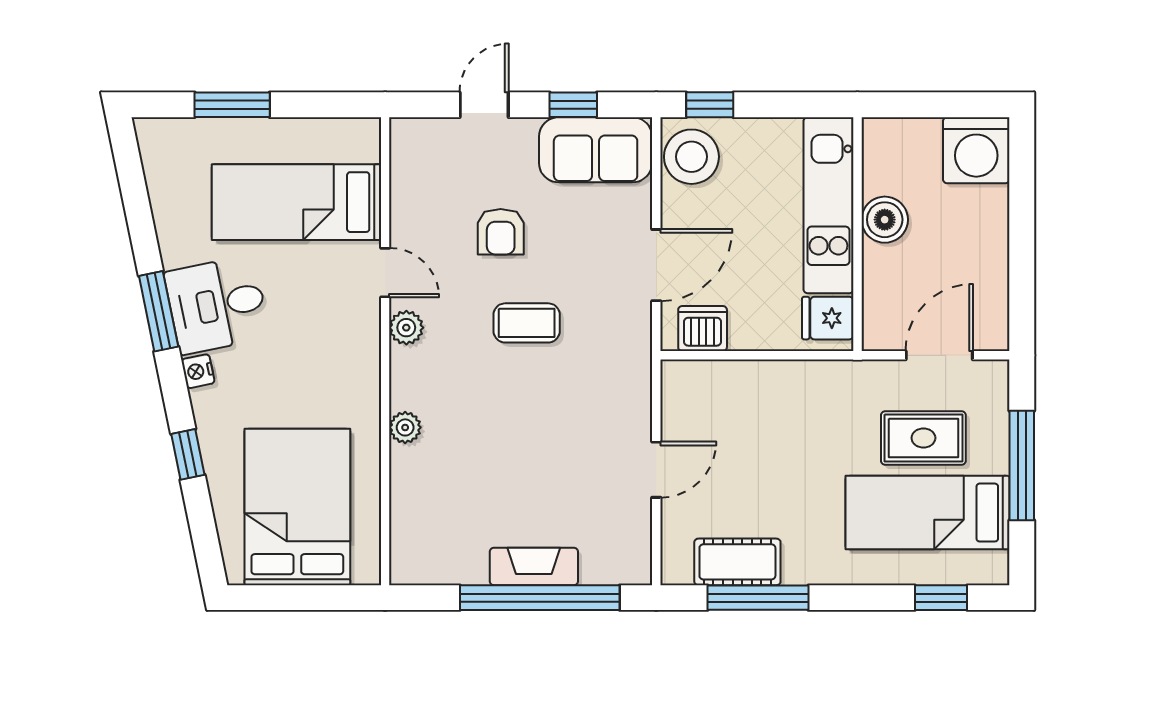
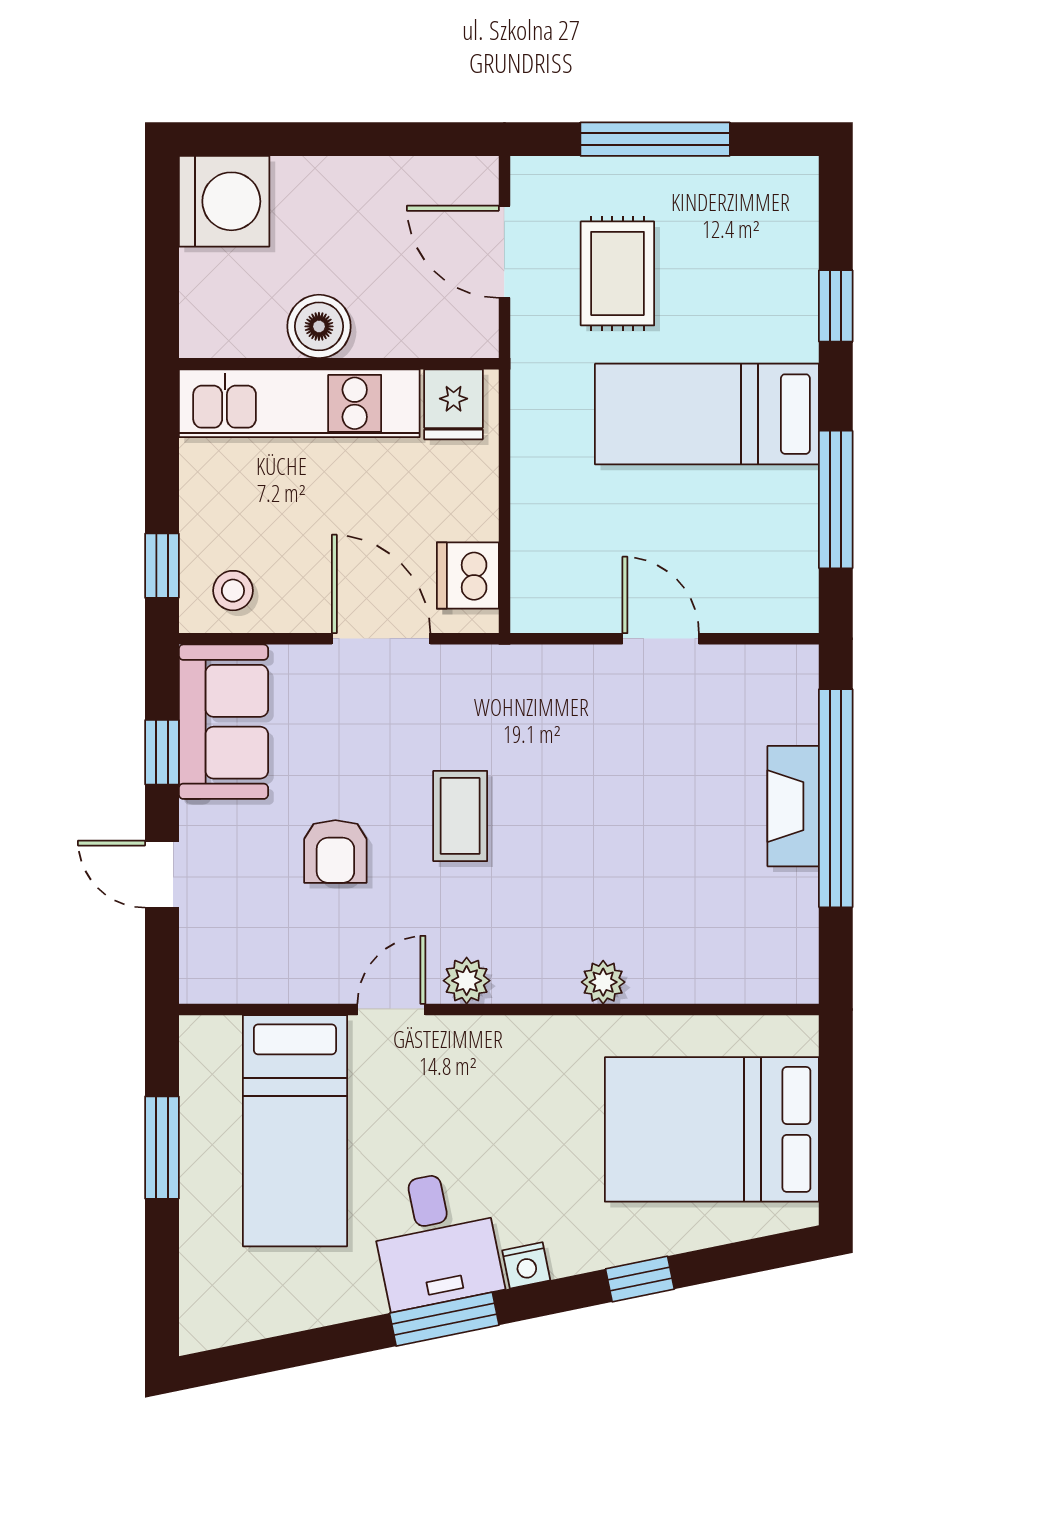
window: (232, 105) -> (162, 1148), moved
stool: (691, 157) -> (233, 591), width x0.53, depth x0.53
armchair: (501, 232) -> (335, 851), turned 90
bed: (927, 513) -> (707, 414), moved, turned 90
cot: (737, 562) -> (787, 528), removed
window: (941, 598) -> (836, 306), moved

